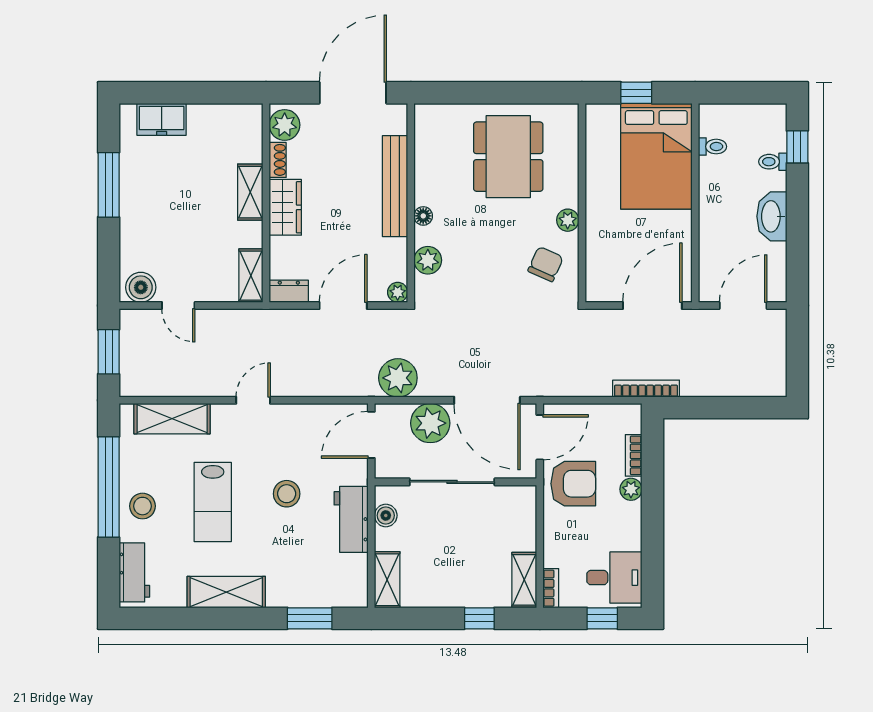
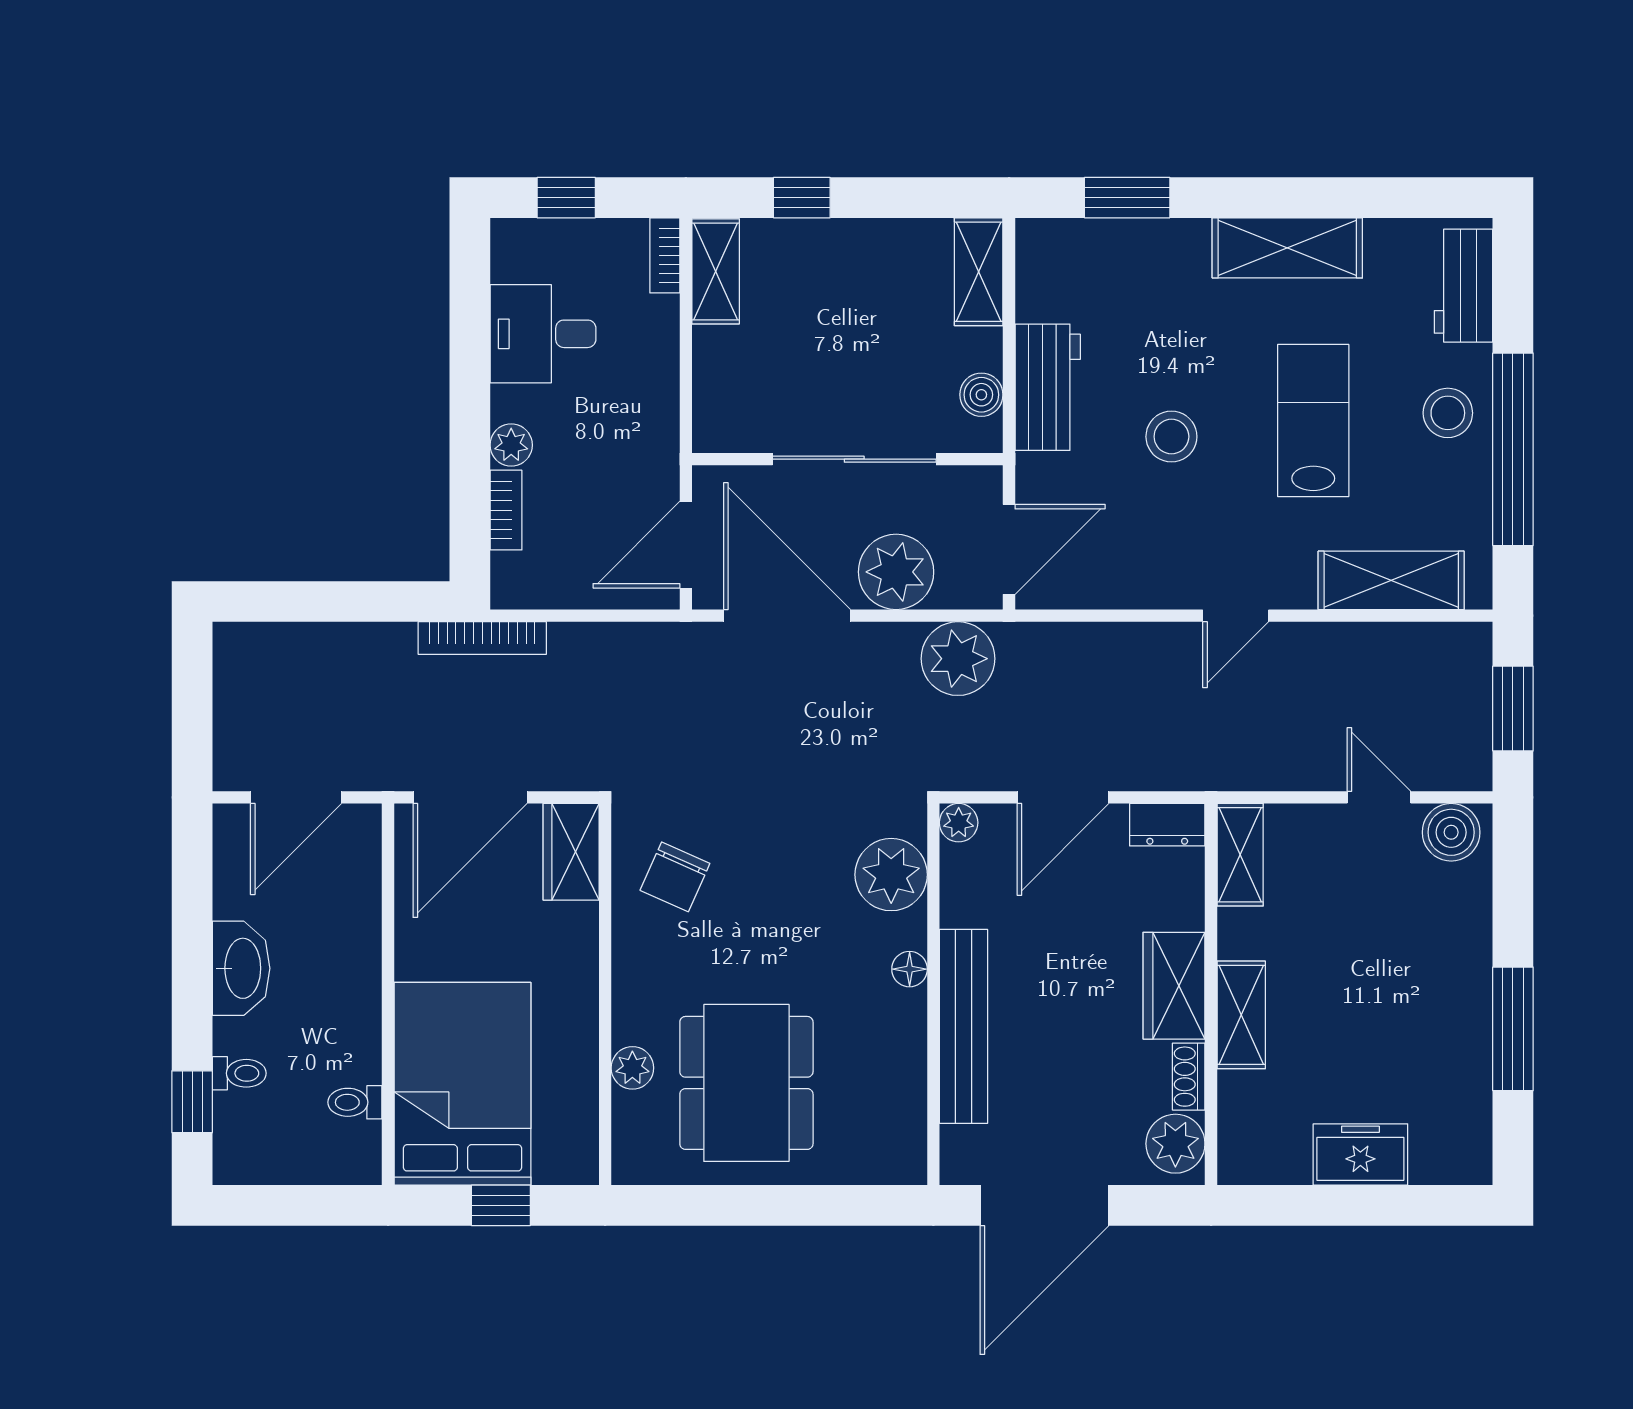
freezer: (162, 119) -> (1360, 1154), moved
plant: (568, 220) -> (632, 1068), moved
plant: (428, 260) -> (891, 875), width x1.36, depth x1.36
wardrobe: (600, 277) -> (571, 852), added
armchair: (573, 484) -> (622, 456), removed
desk: (614, 578) -> (543, 334), moved

